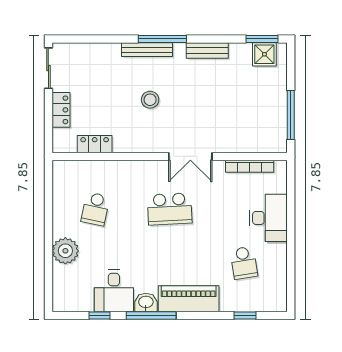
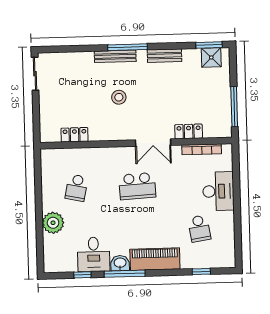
locker: (61, 110) -> (189, 131), moved, turned -90

